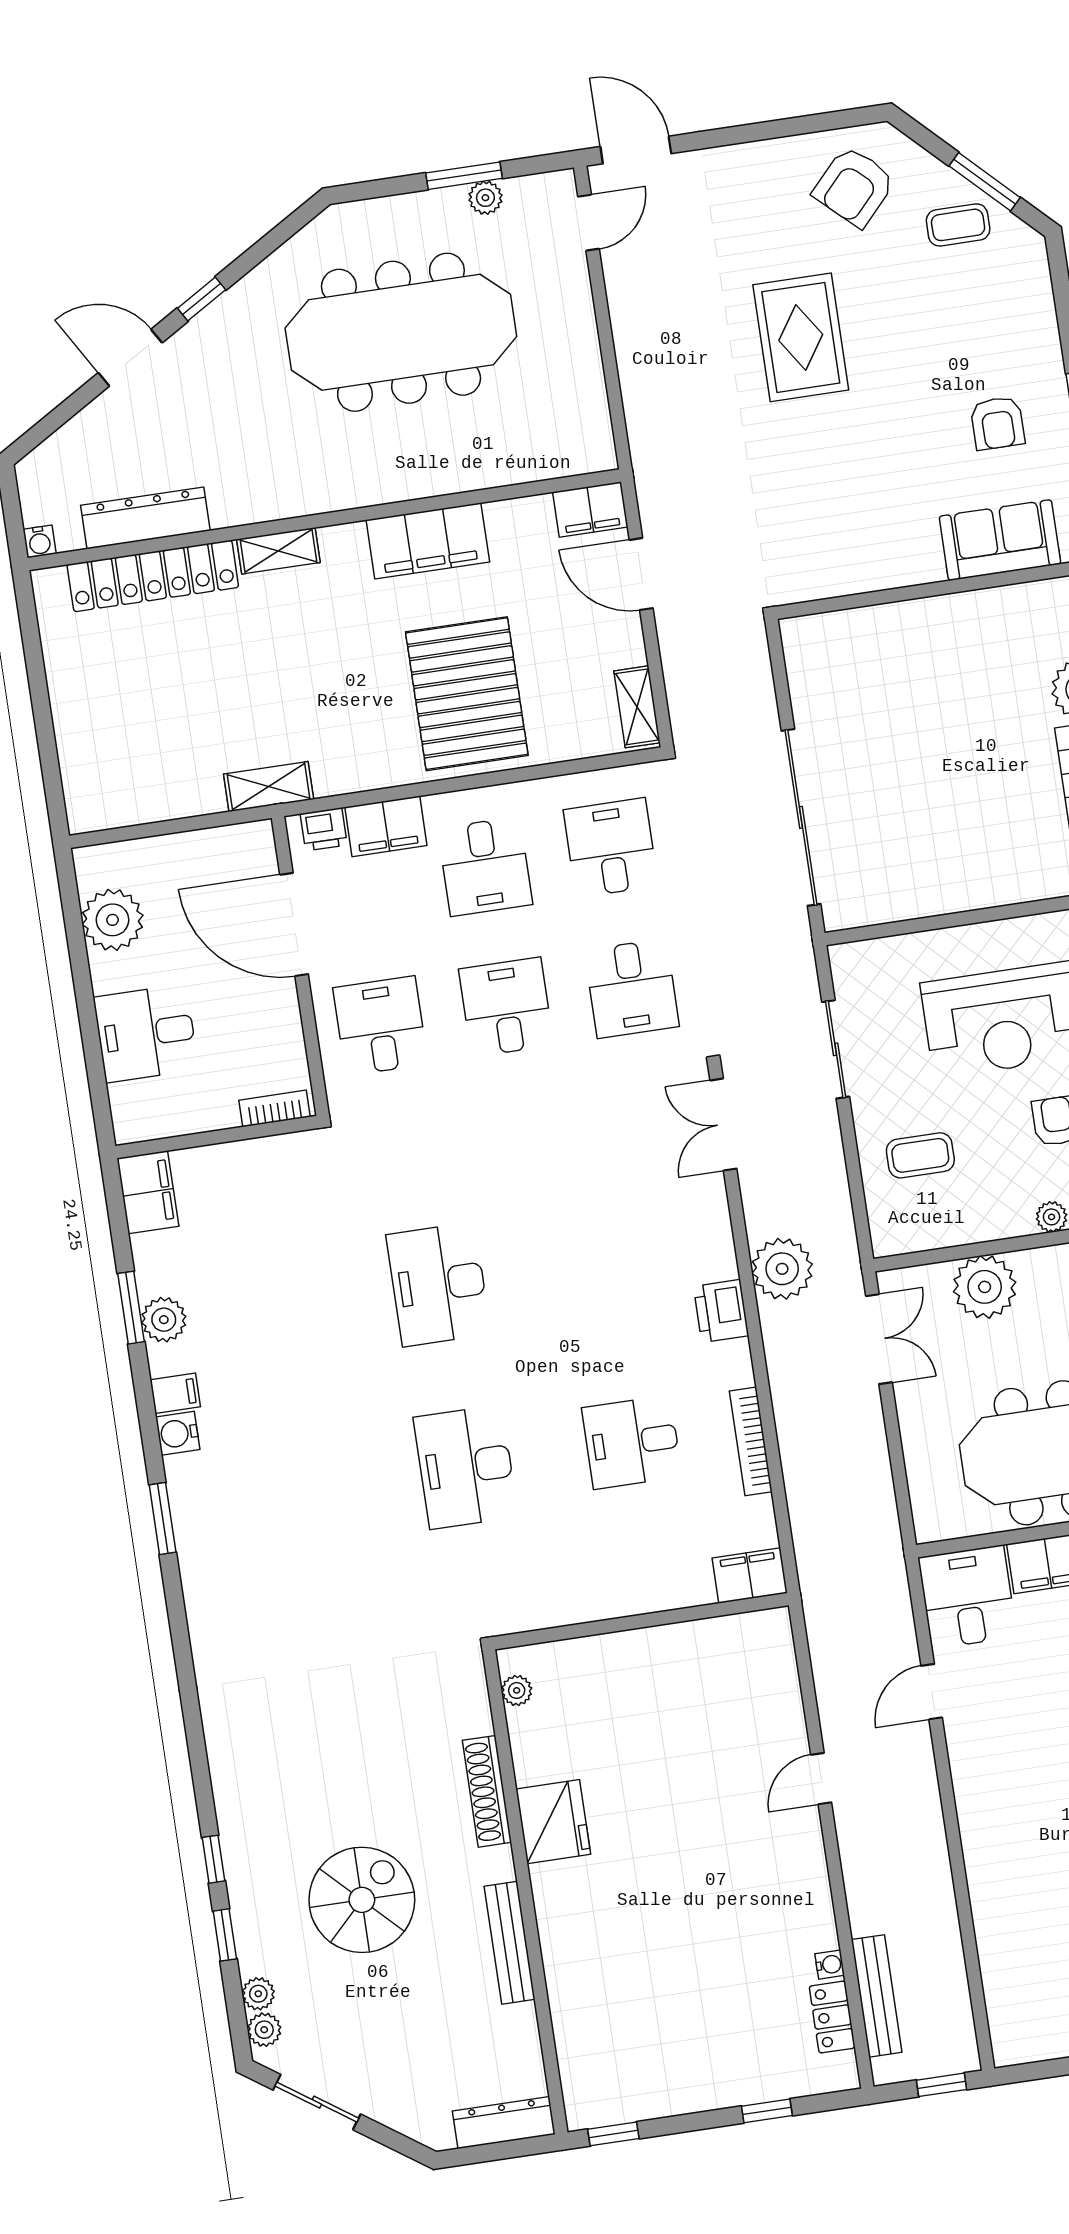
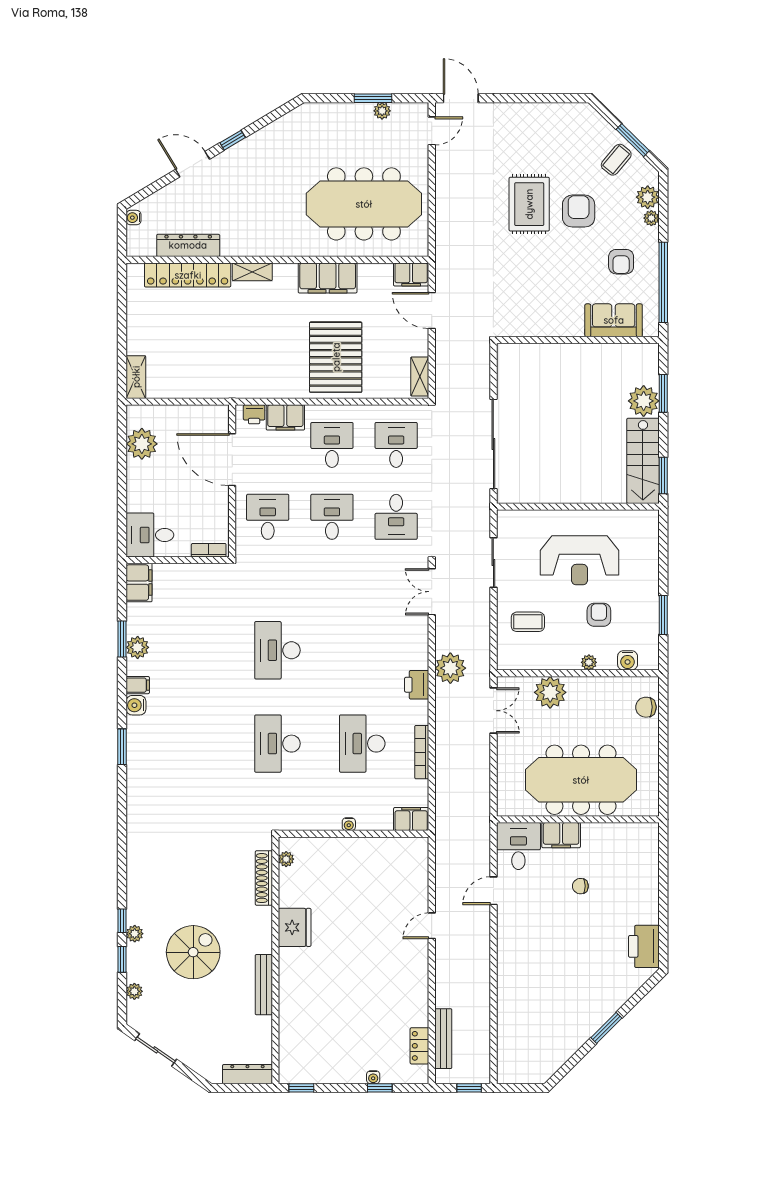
armchair: (854, 187) -> (579, 211), moved, turned 137
coffee table: (958, 225) -> (616, 160), turned -50
plant: (1030, 289) -> (648, 197), added
plant: (1044, 329) -> (651, 218), added
meeting table: (401, 332) -> (364, 204), moved
water cooler: (40, 541) -> (134, 218), moved, turned 90
shelving: (269, 787) -> (136, 377), moved, turned 90
desk: (485, 866) -> (332, 445), turned 180
desk: (146, 1033) -> (150, 535), moved
desk: (632, 1442) -> (362, 744), width x1.37
water cooler: (629, 1604) -> (349, 824), added
shoe rack: (487, 1791) -> (264, 878), moved
water cooler: (830, 1965) -> (373, 1077), moved, turned 90
plant: (264, 2030) -> (135, 934), moved

